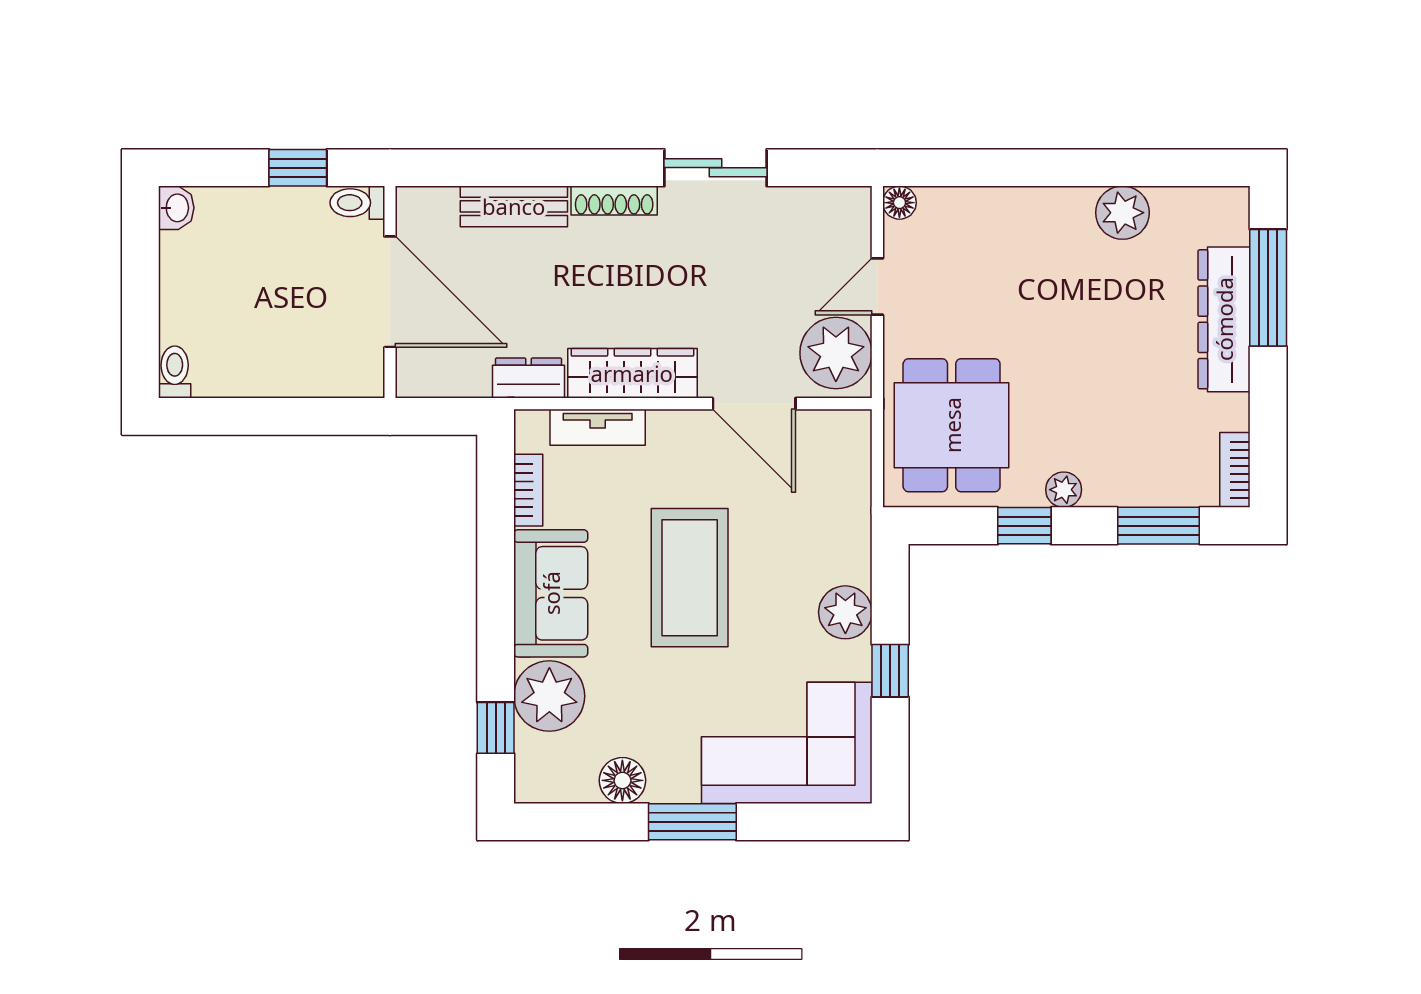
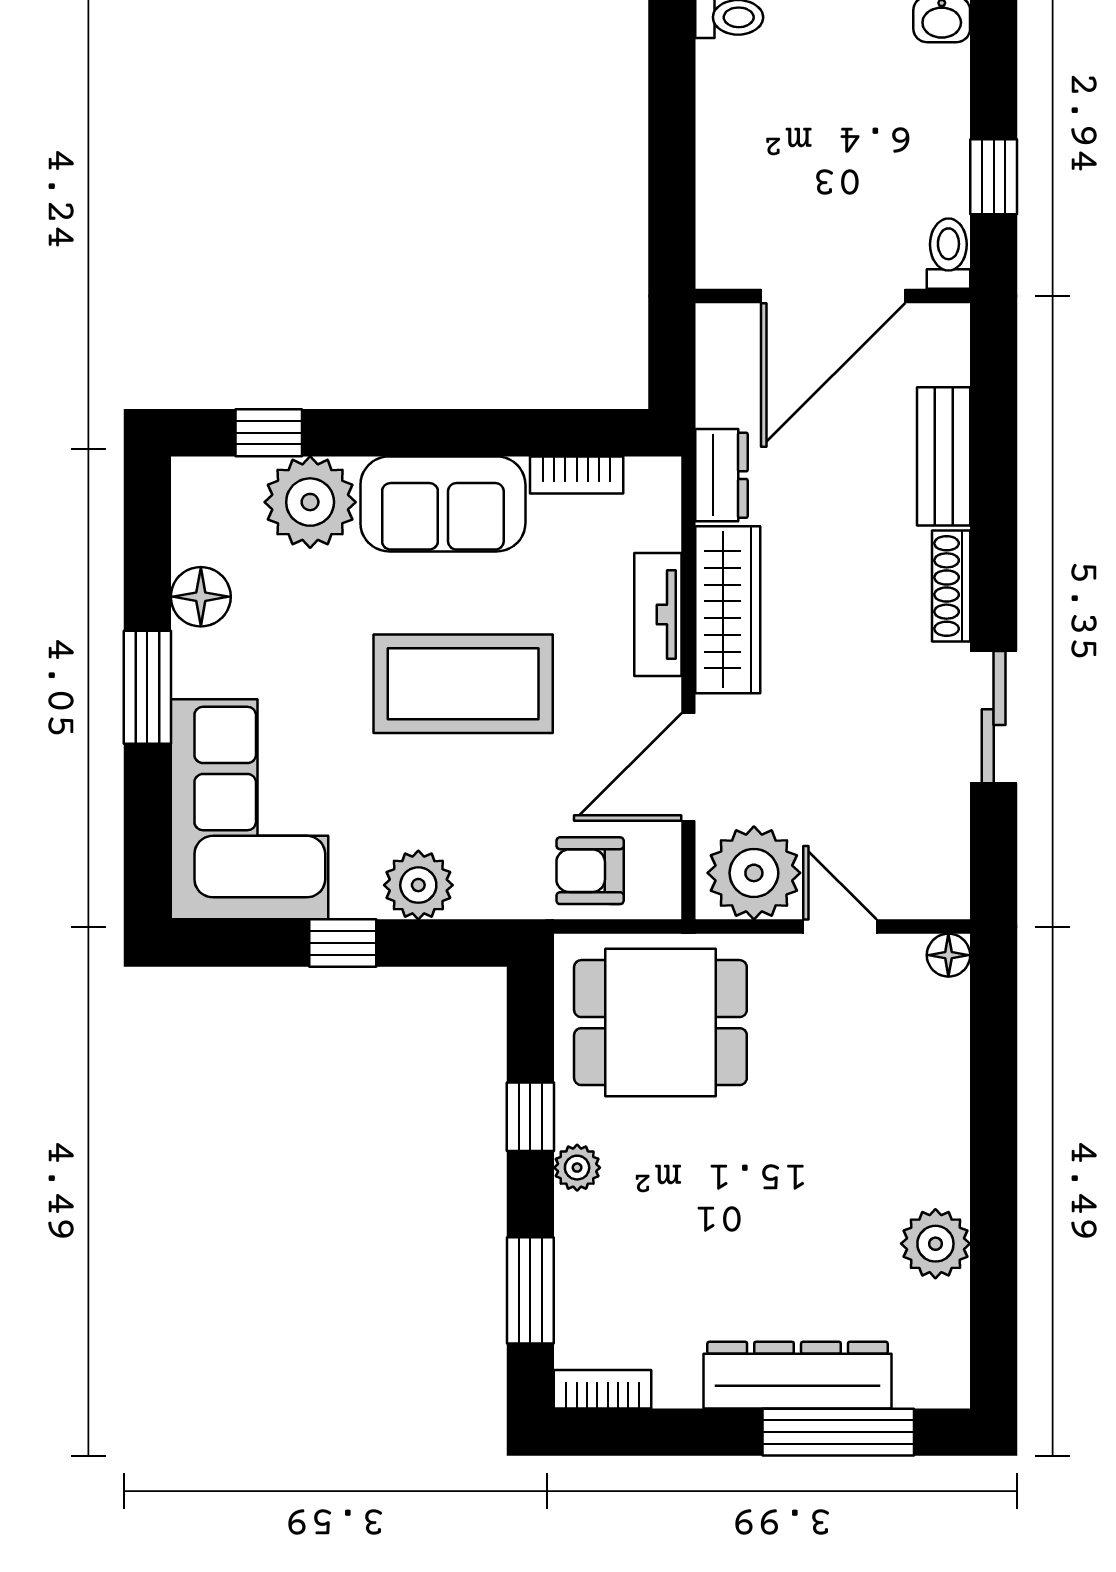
tv unit: (598, 427) -> (658, 614), moved
armchair: (834, 480) -> (590, 871), added

